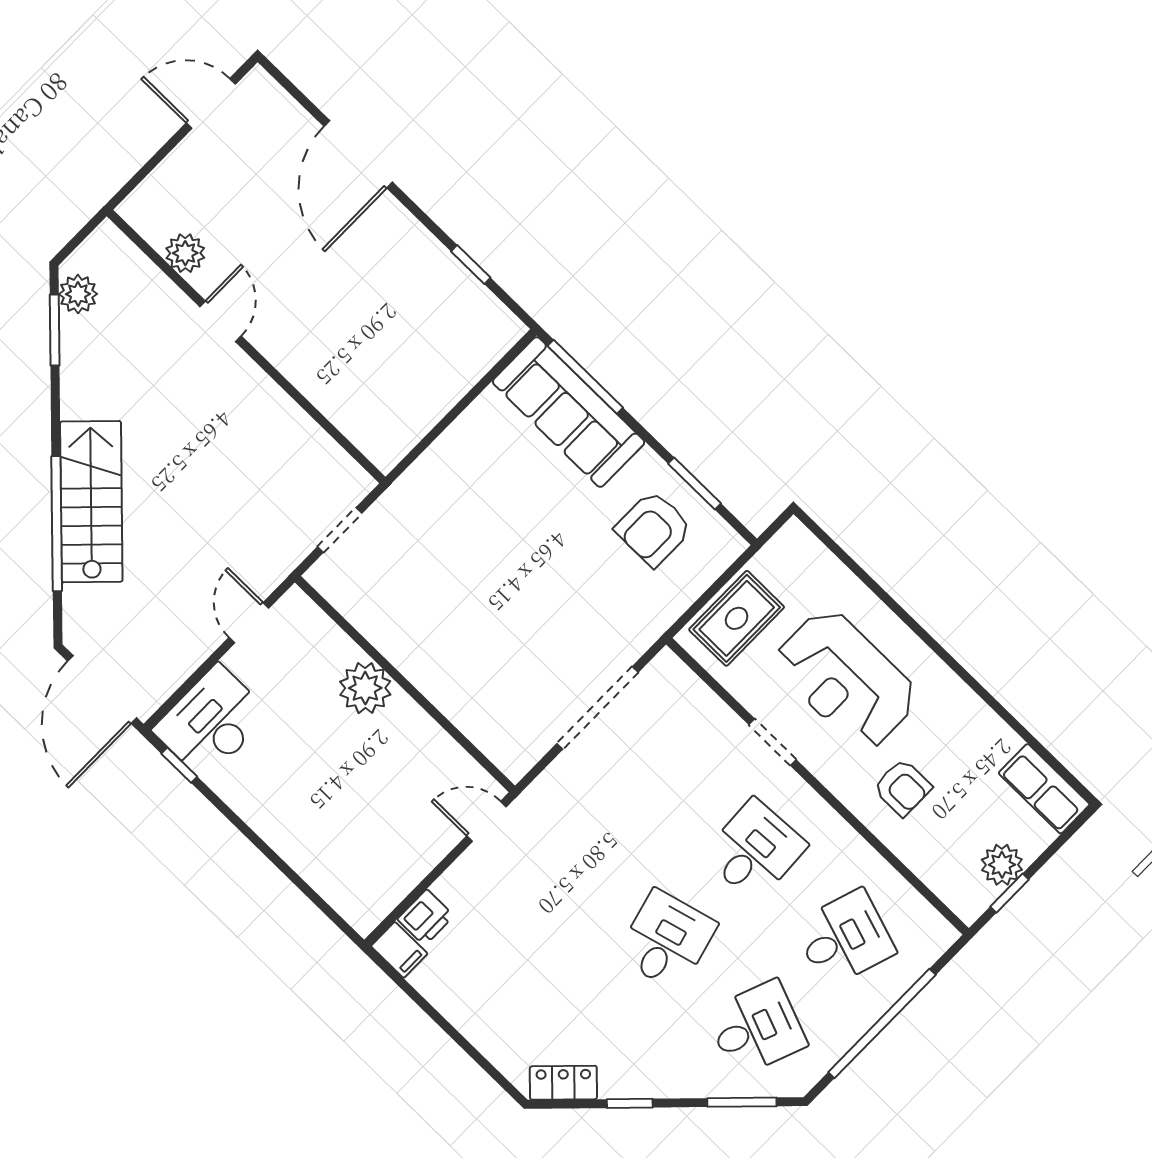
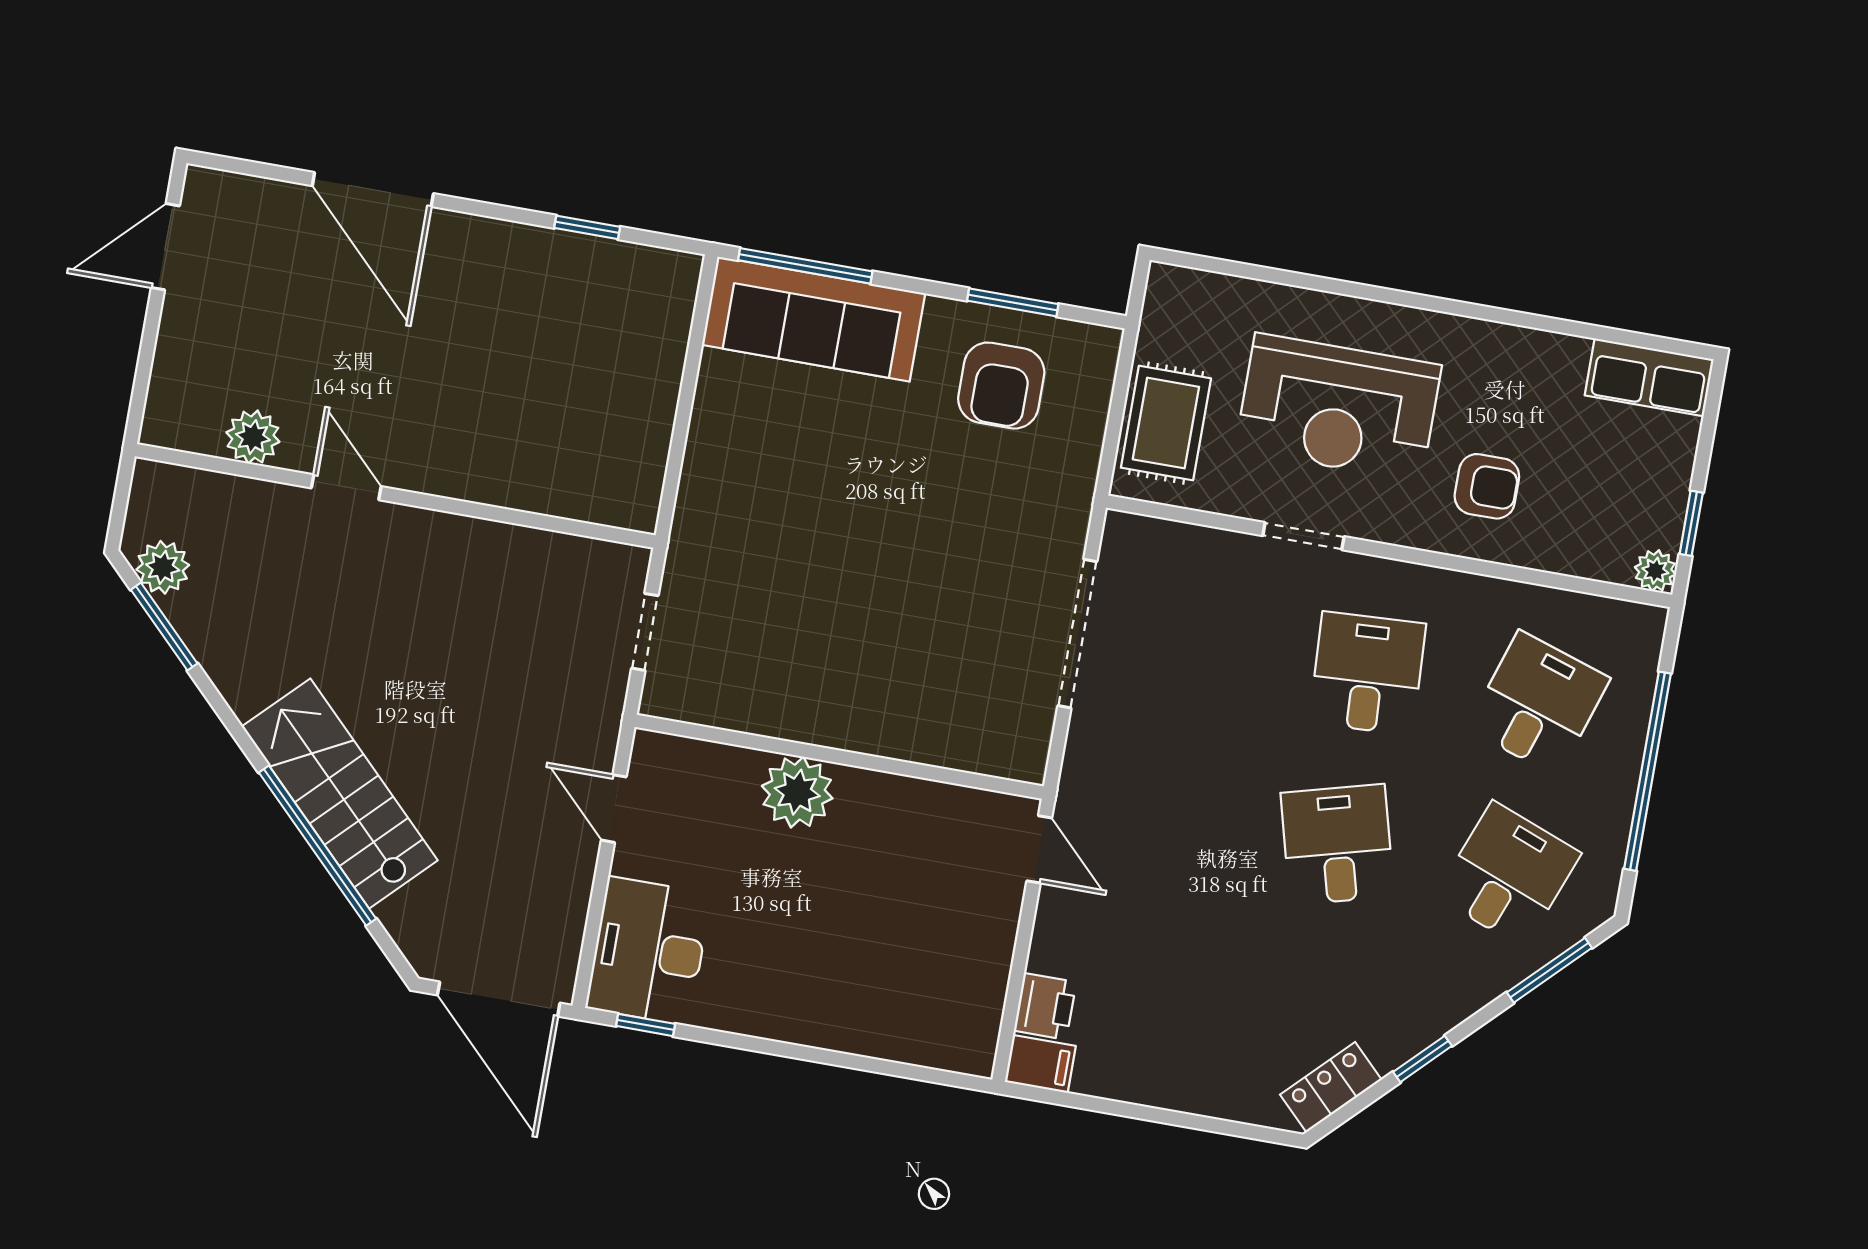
door: (486, 821) -> (1039, 849), swing flipped
plant: (1002, 865) -> (1655, 571), moved, width x0.73, depth x0.73

